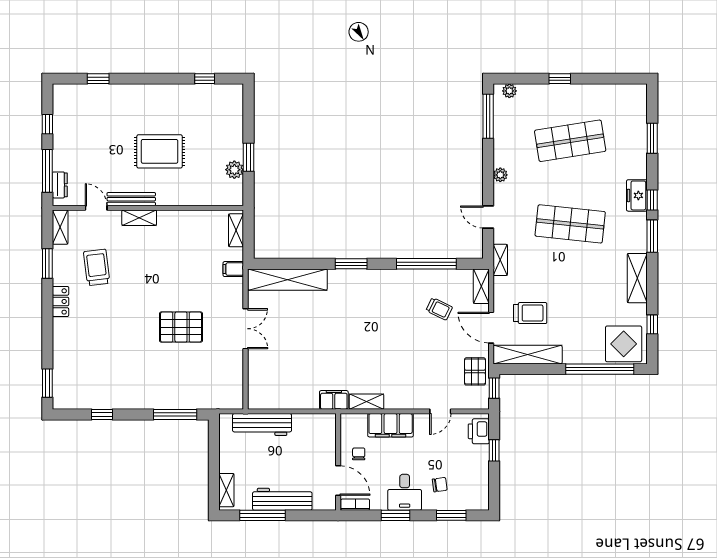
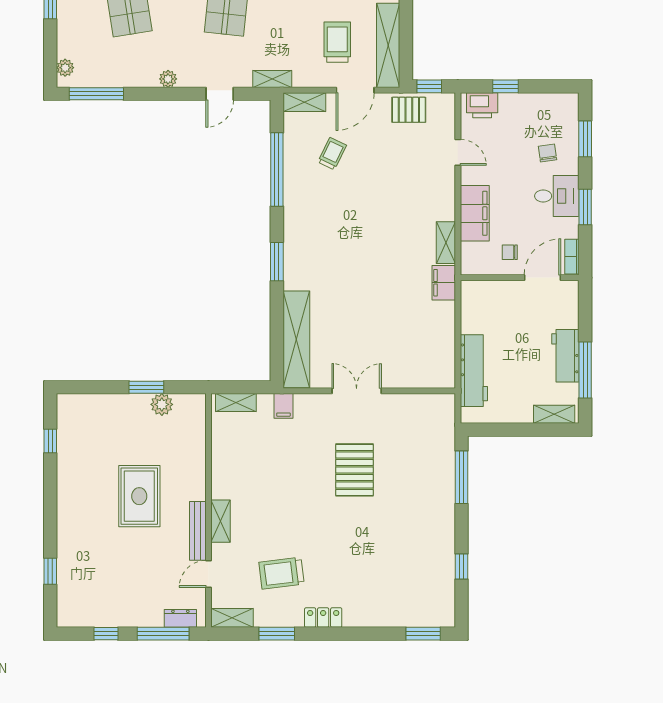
workbench: (282, 499) -> (565, 356), width x0.73

